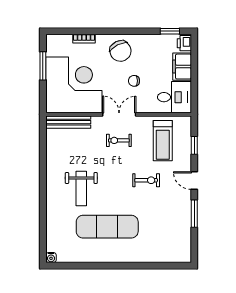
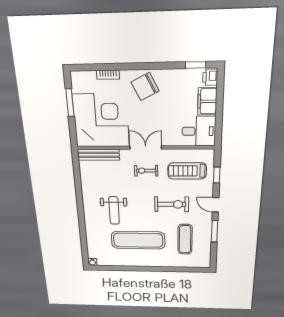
chair: (120, 51) -> (145, 87), turned 89
chair: (134, 81) -> (159, 116), removed
treadmill: (163, 141) -> (187, 171), turned 90
exercise bike: (146, 180) -> (172, 204), width x1.38, depth x1.39
exercise mat: (161, 224) -> (185, 239), added

